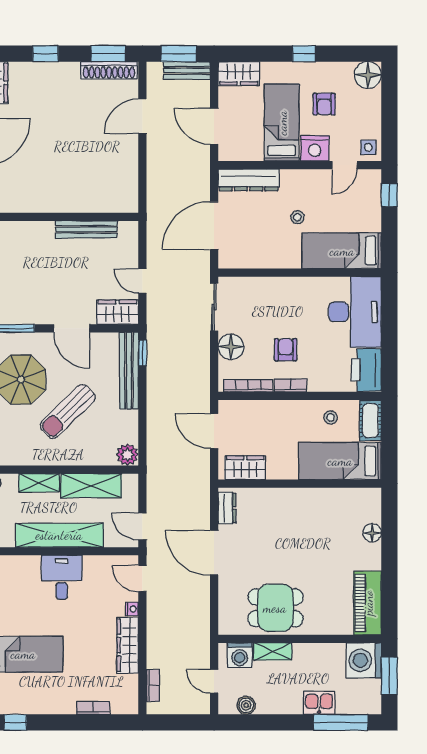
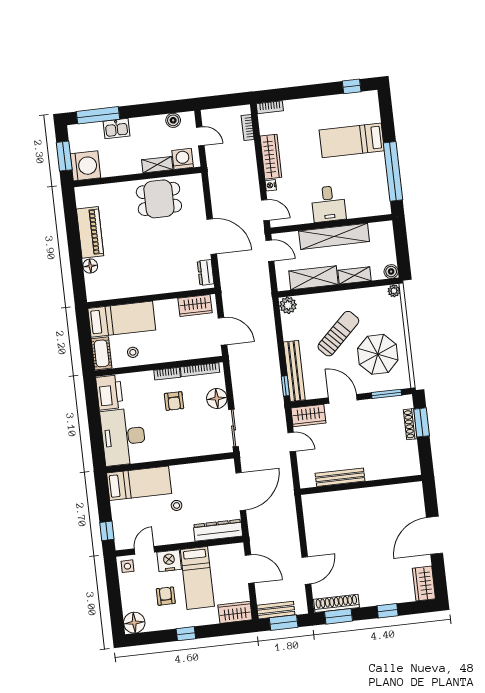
piano: (368, 603) -> (90, 232), moved
bookcase: (93, 708) -> (270, 107), moved

